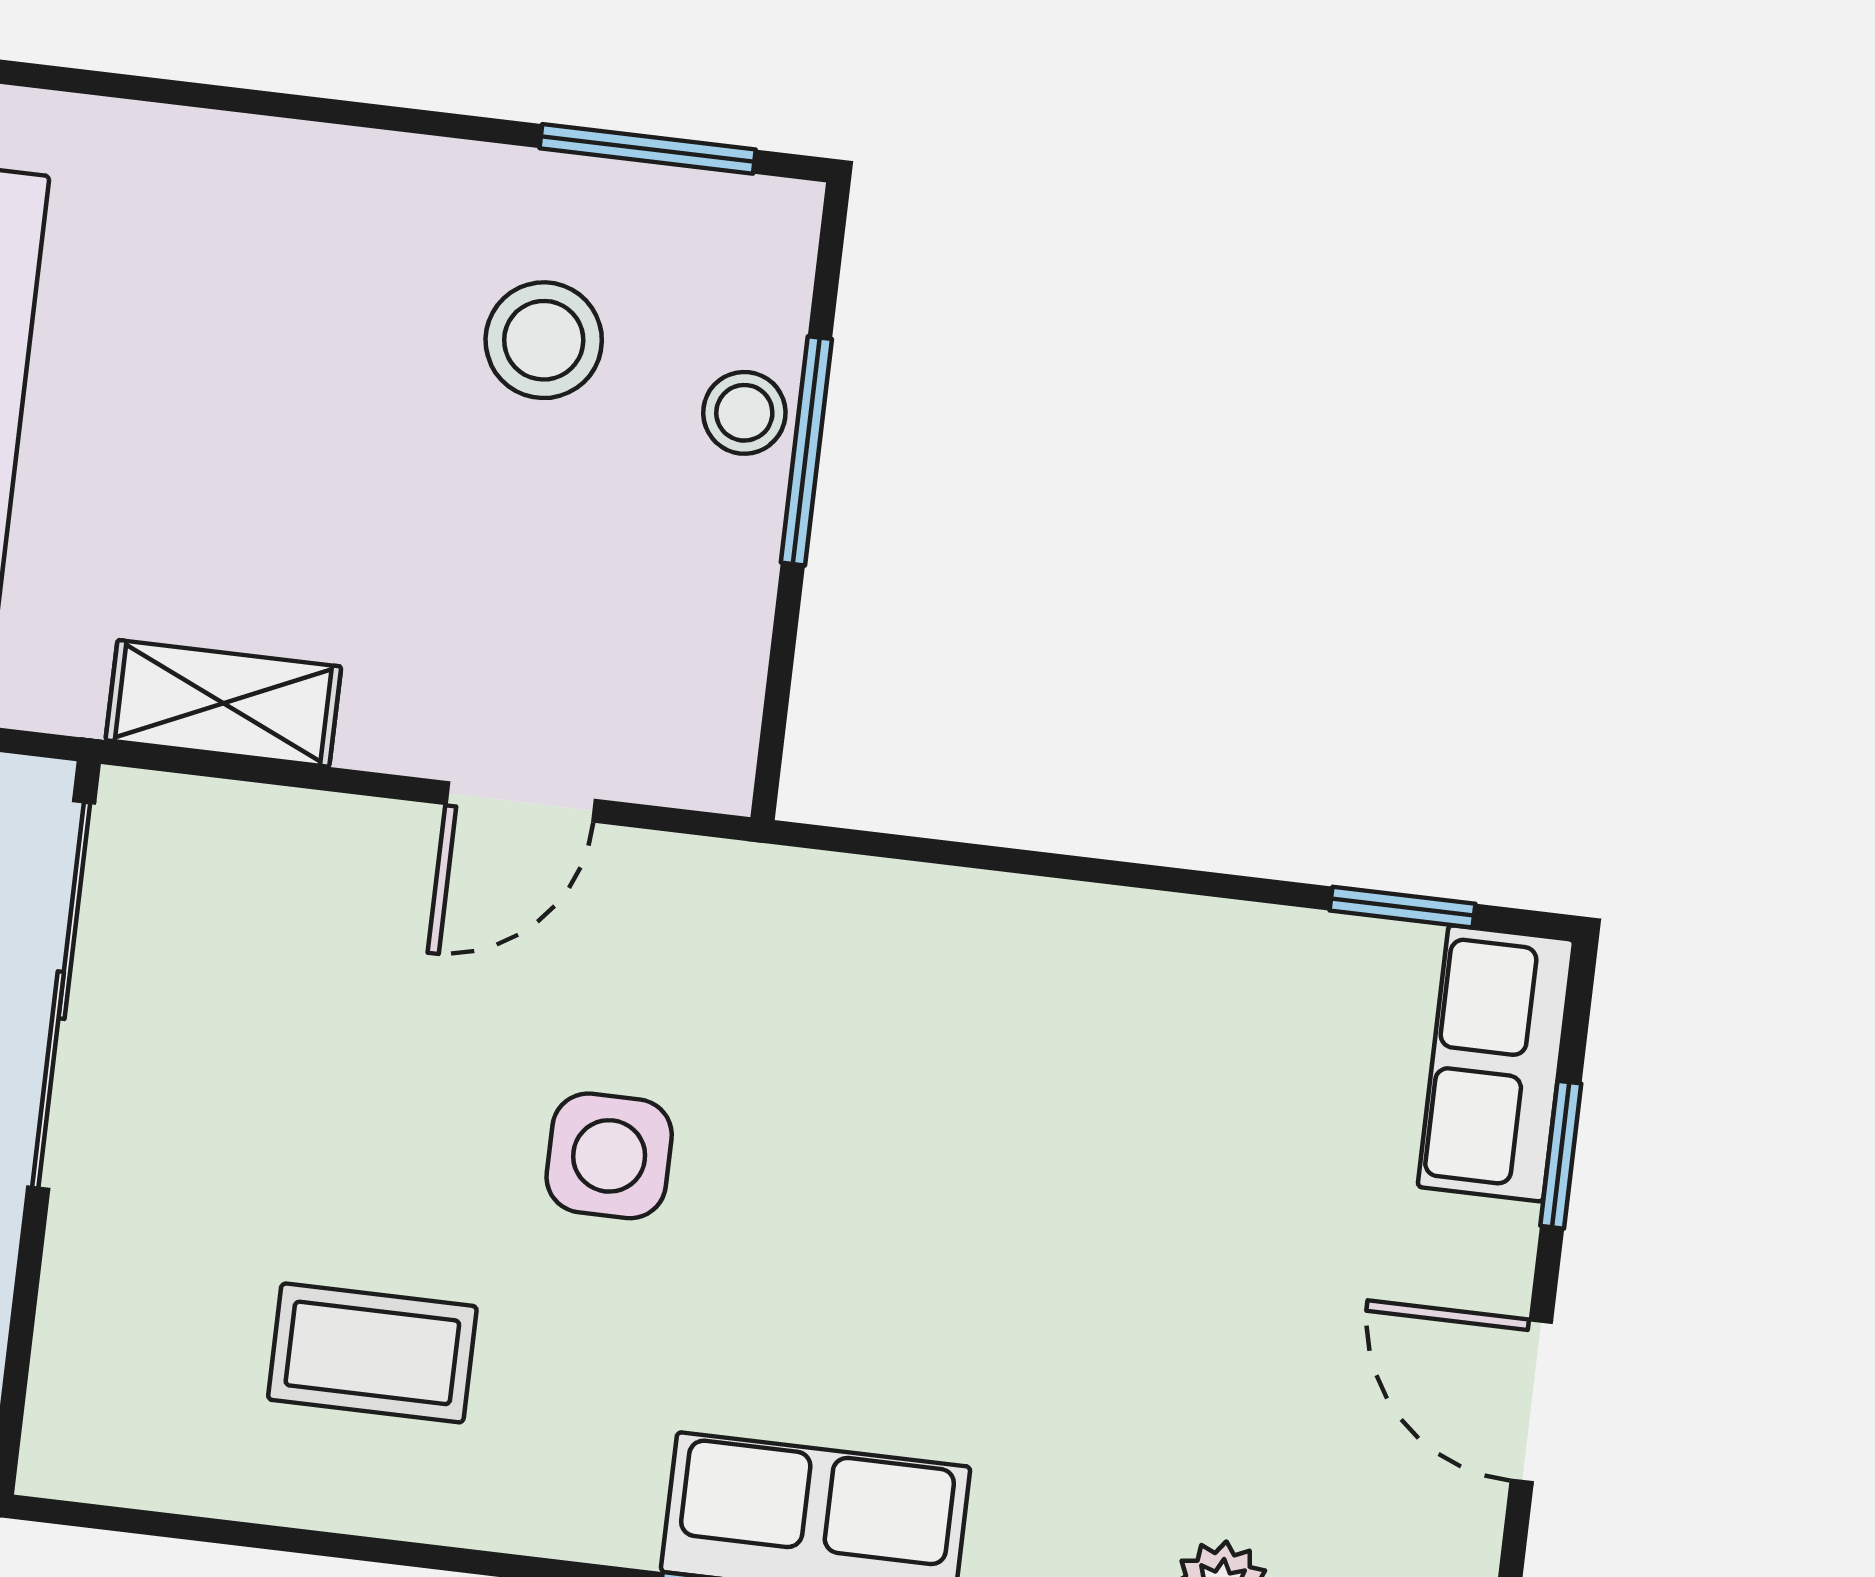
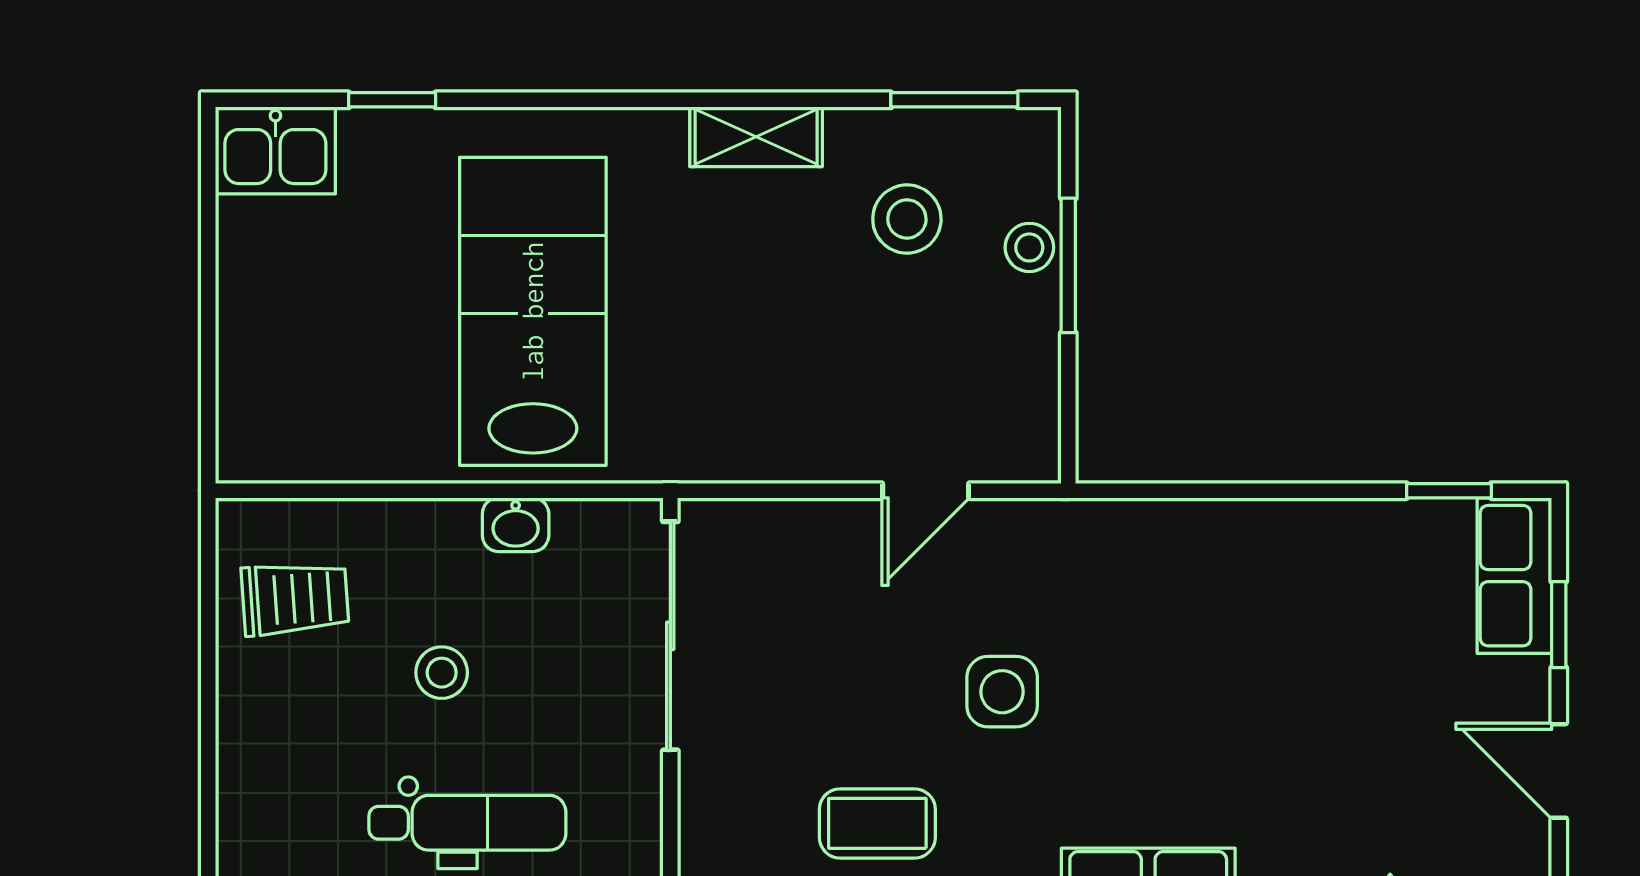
shelving: (223, 703) -> (756, 137), moved

